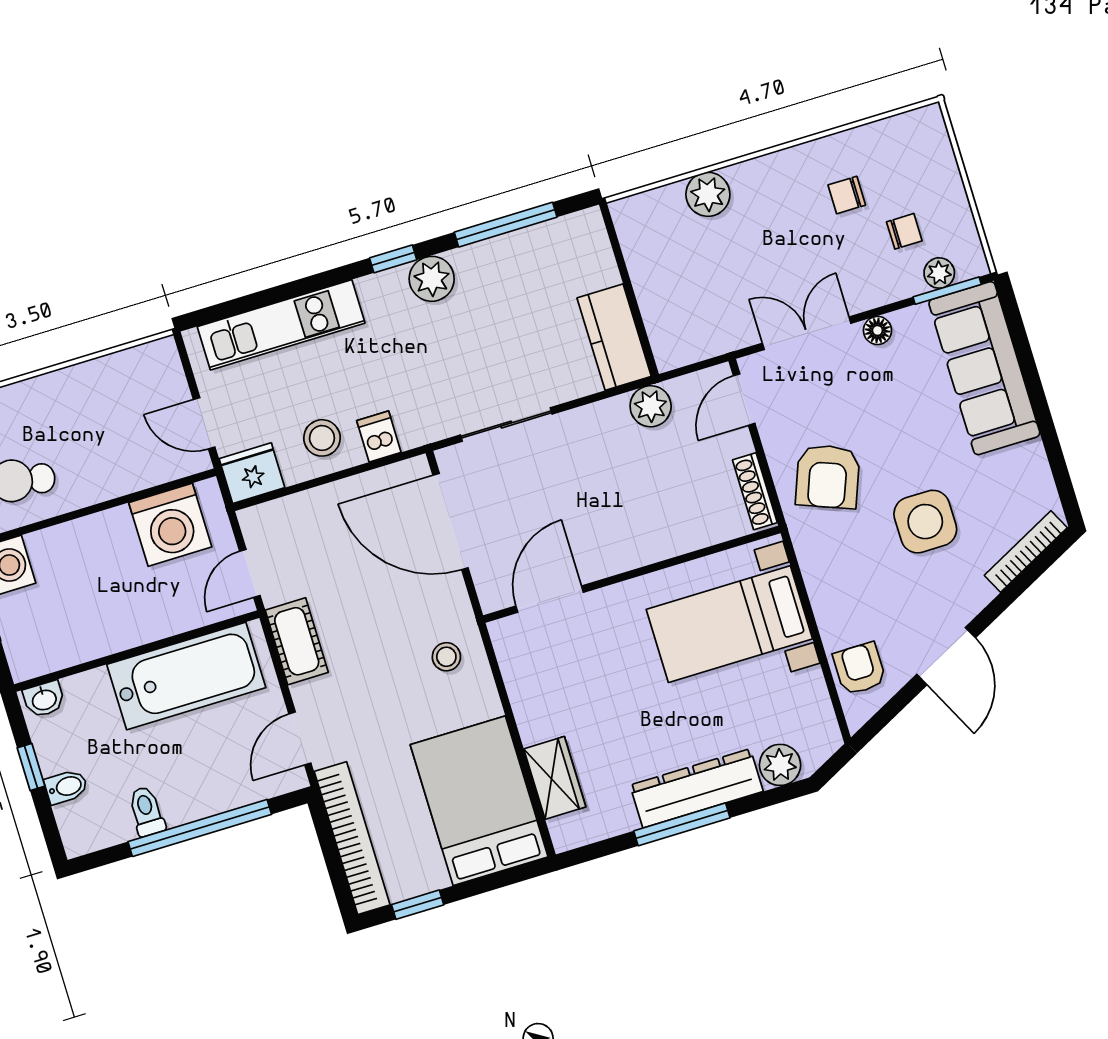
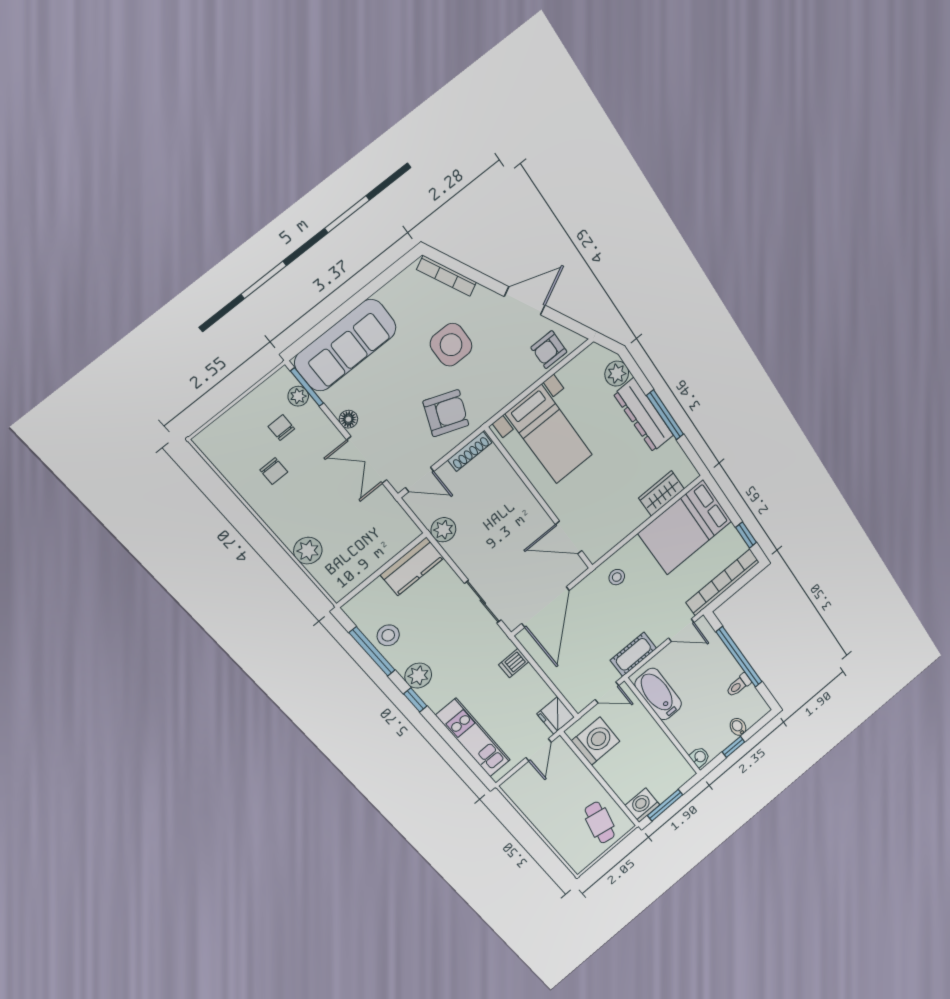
stool: (322, 438) -> (388, 635), moved
bathtub: (186, 676) -> (658, 694), width x0.73, depth x0.73

